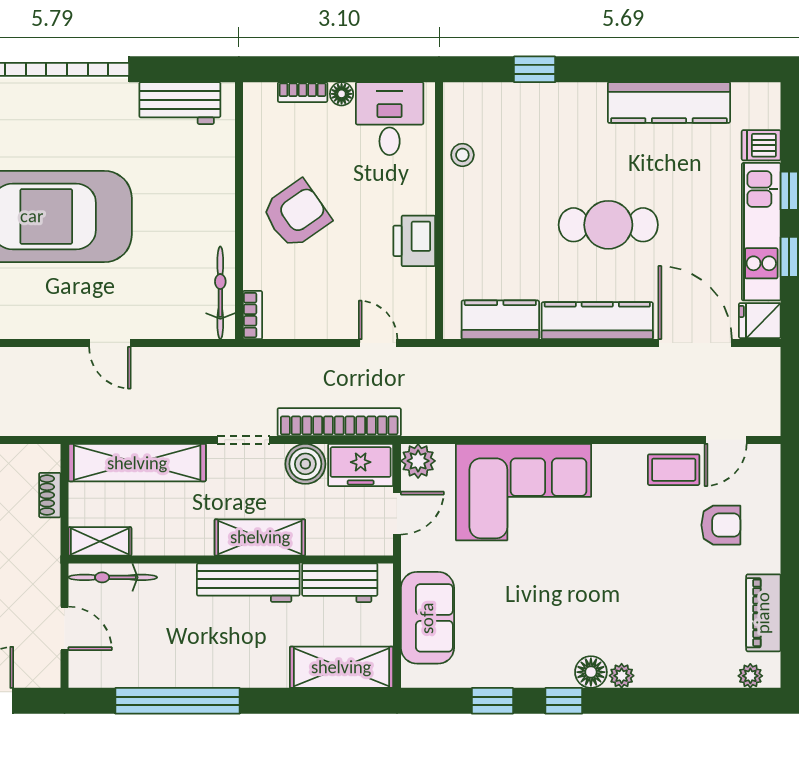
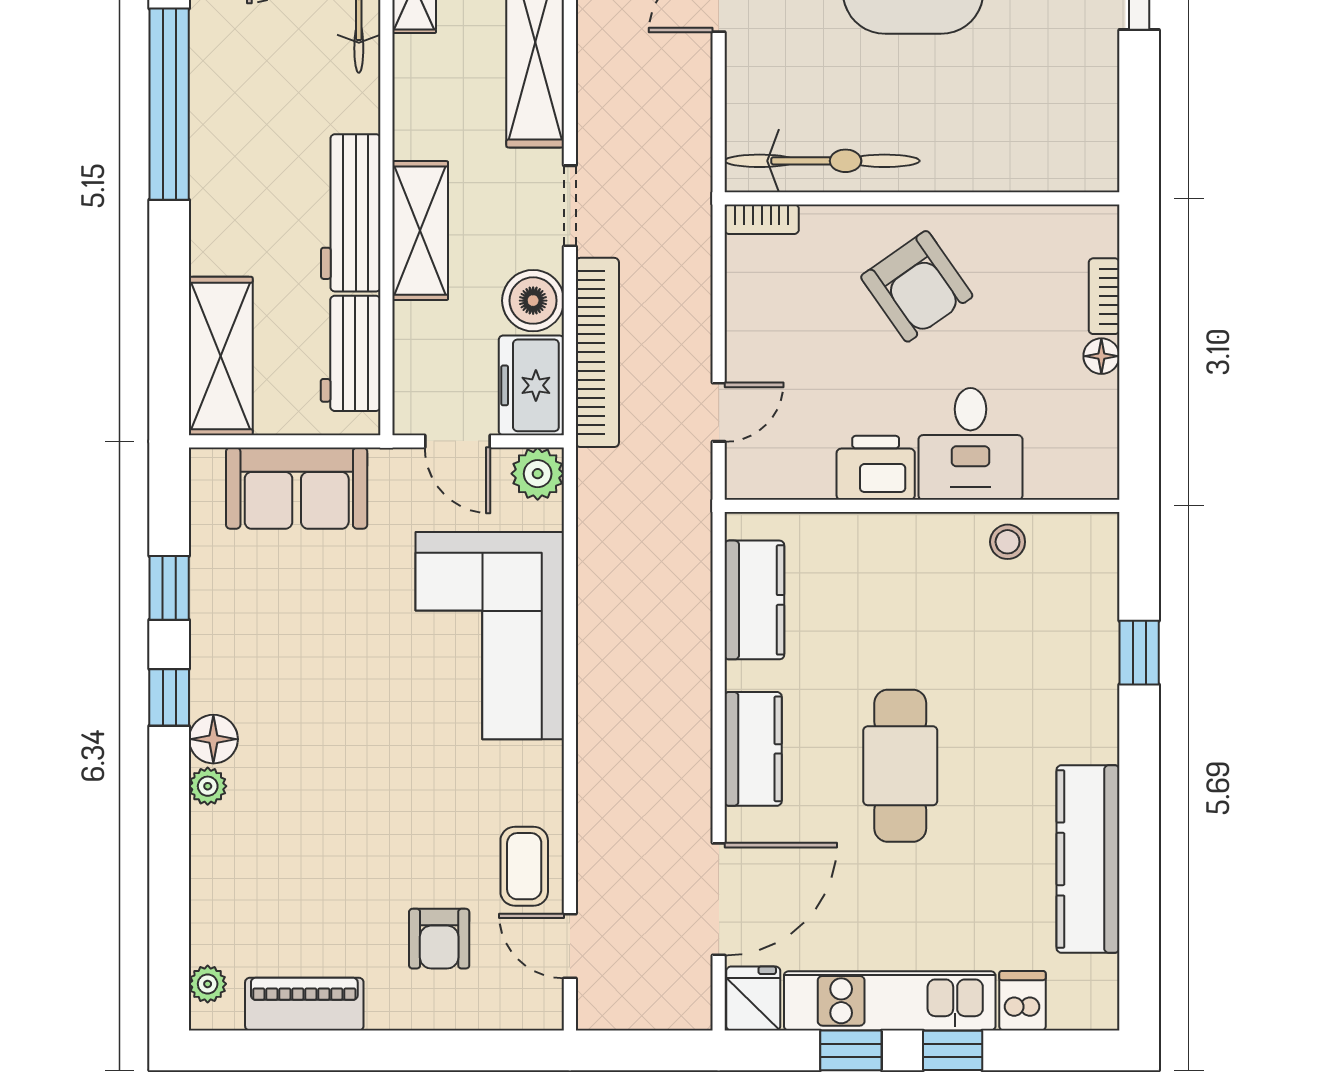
workbench: (180, 103) -> (1087, 108), removed
desk: (390, 119) -> (970, 444), moved, turned 90
bicycle: (220, 293) -> (822, 161), width x1.37, depth x1.40
kitchen counter: (597, 321) -> (753, 749), width x0.67

